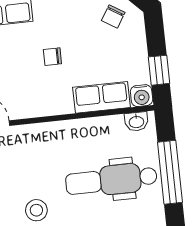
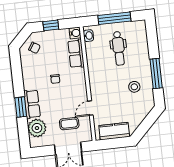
window: (159, 70) -> (51, 25), moved
dental chair: (111, 180) -> (119, 48), width x0.73, depth x0.72

